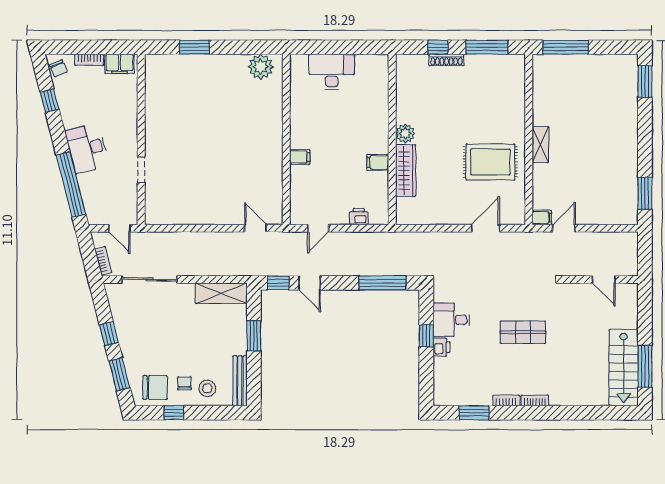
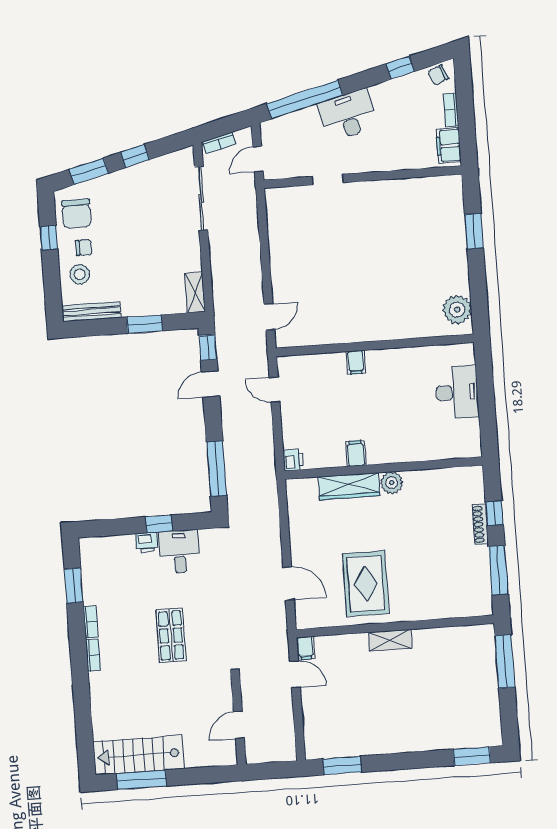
printer: (359, 217) -> (293, 460), moved
shelving: (221, 293) -> (195, 292), width x0.67, depth x0.75

